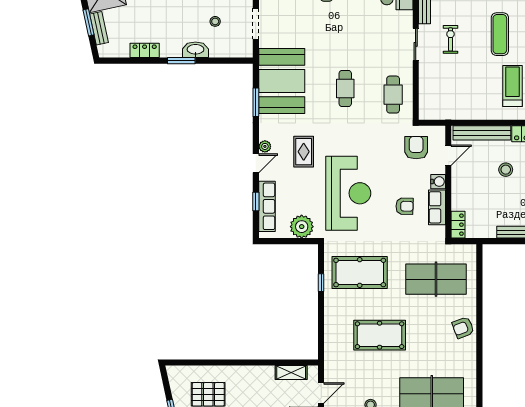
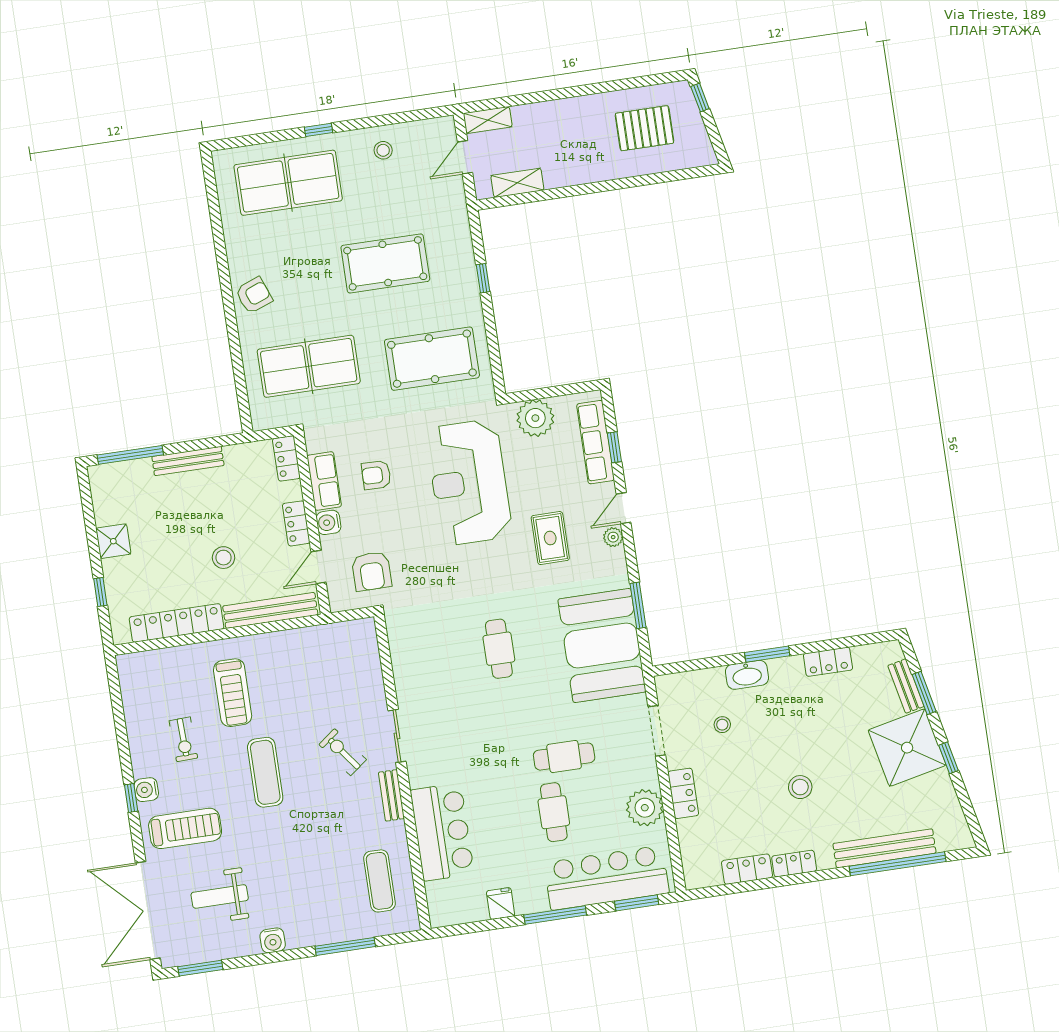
exercise bike: (451, 39) -> (343, 752), turned 143
cafe table: (393, 95) -> (564, 757), moved, turned 90
locker: (458, 184) -> (296, 523), added
window: (321, 283) -> (483, 278), moved

